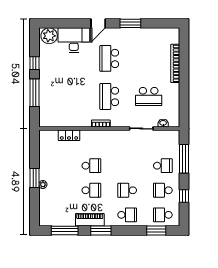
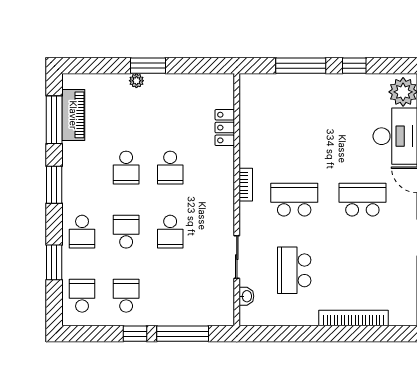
school desk: (163, 166) -> (170, 232), moved
window: (184, 196) -> (135, 334), moved
piano: (90, 220) -> (73, 115), moved
window: (156, 230) -> (54, 262), moved

